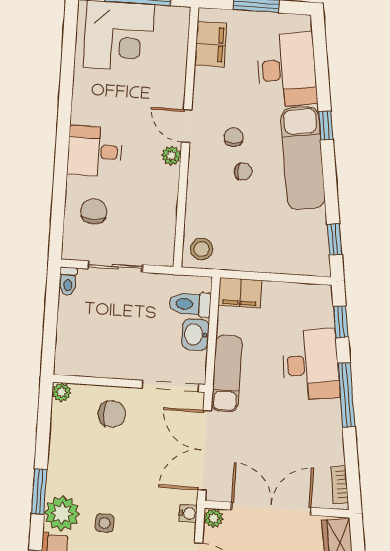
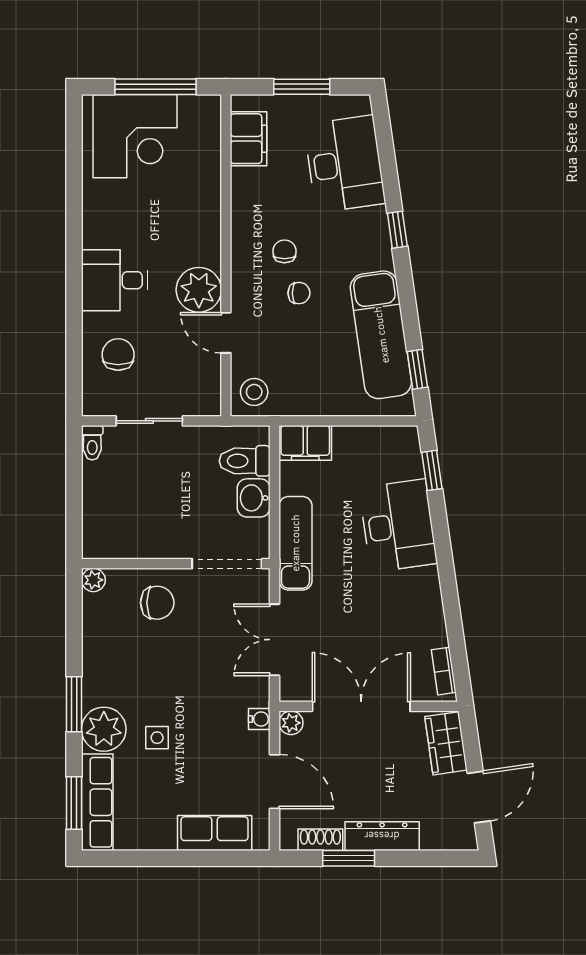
door: (187, 126) -> (226, 333), moved
plant: (171, 156) -> (199, 290), width x1.88, depth x1.88
exam couch: (303, 158) -> (381, 335), moved
window: (346, 395) -> (445, 560), removed
double door: (205, 450) -> (274, 640), width x0.73

